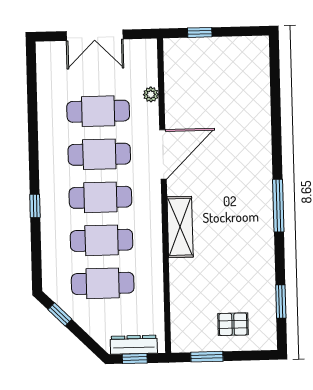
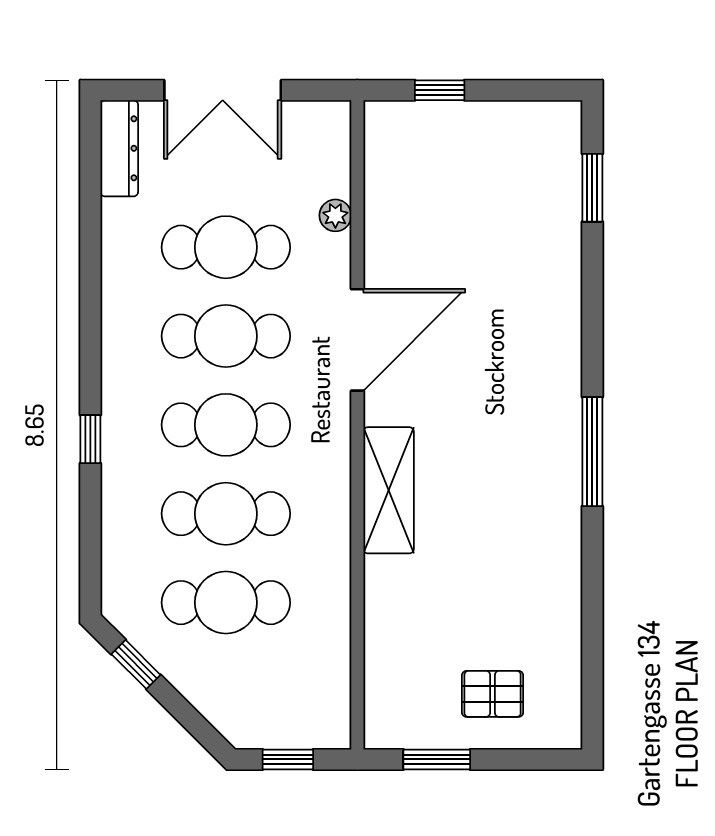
window: (281, 301) -> (592, 188), moved
dresser: (134, 345) -> (119, 148), moved, turned 90

